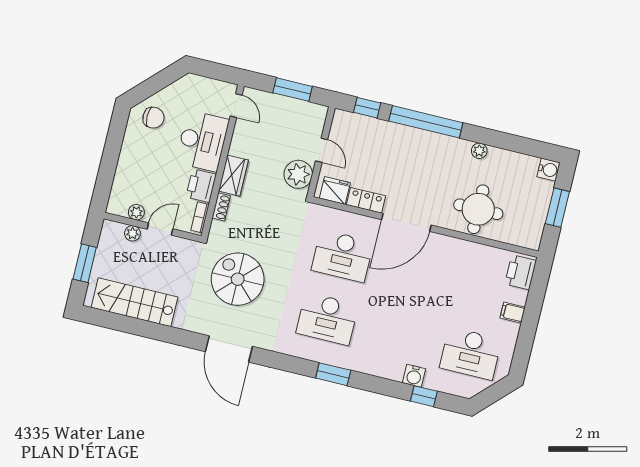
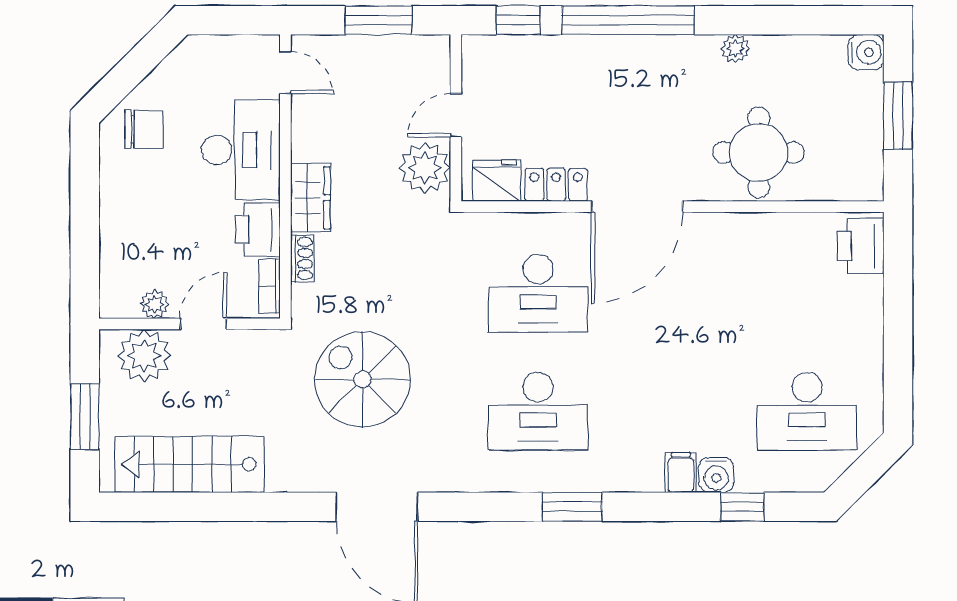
door: (322, 150) -> (456, 115), swing flipped
plant: (132, 233) -> (144, 356), width x1.88, depth x1.88
filing cabinet: (513, 313) -> (681, 472), moved, turned 90

